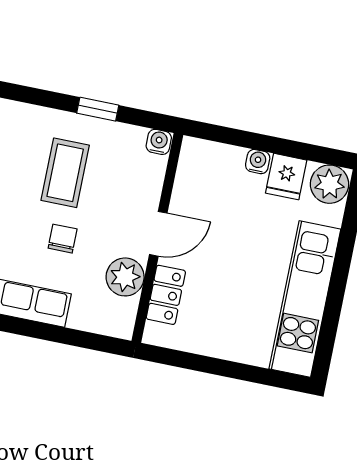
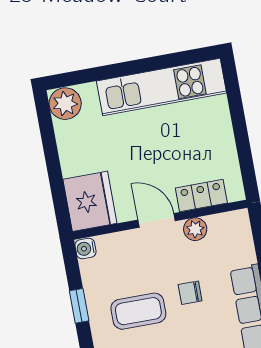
water cooler: (258, 162) -> (70, 166), removed
fridge: (286, 177) -> (90, 201), moved, width x1.88, depth x1.34
plant: (125, 277) -> (195, 229), width x0.73, depth x0.73

